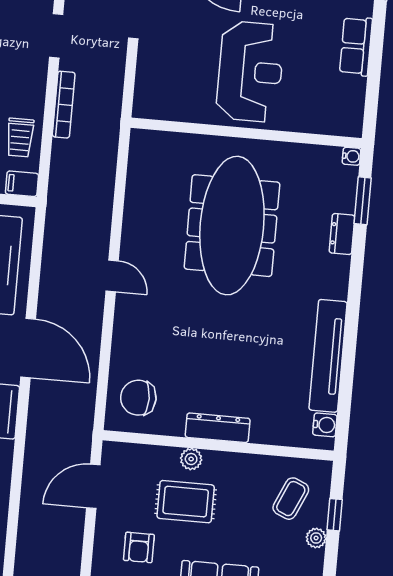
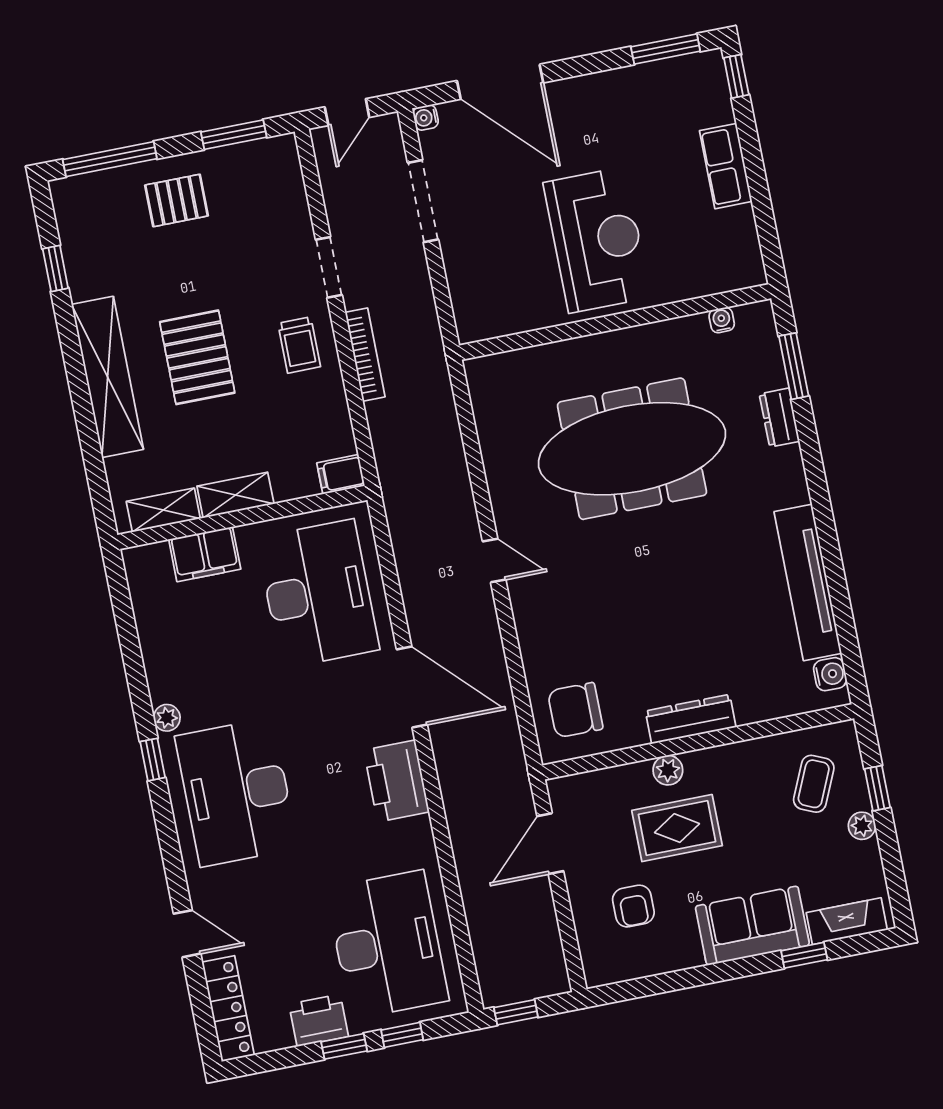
trolley: (20, 138) -> (299, 345), moved
water cooler: (352, 156) -> (722, 320), moved, turned -90
meeting table: (232, 226) -> (632, 449), turned 90

